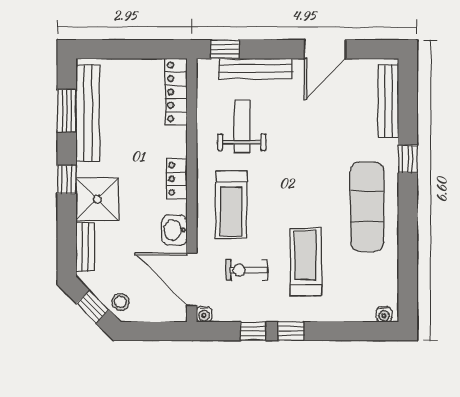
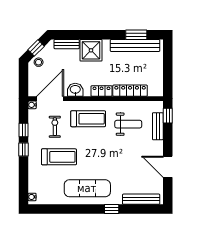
bench: (255, 69) -> (158, 126), width x0.73
locker: (176, 92) -> (130, 91), moved
window: (67, 179) -> (101, 35), removed
treadmill: (231, 205) -> (88, 119), turned 180

